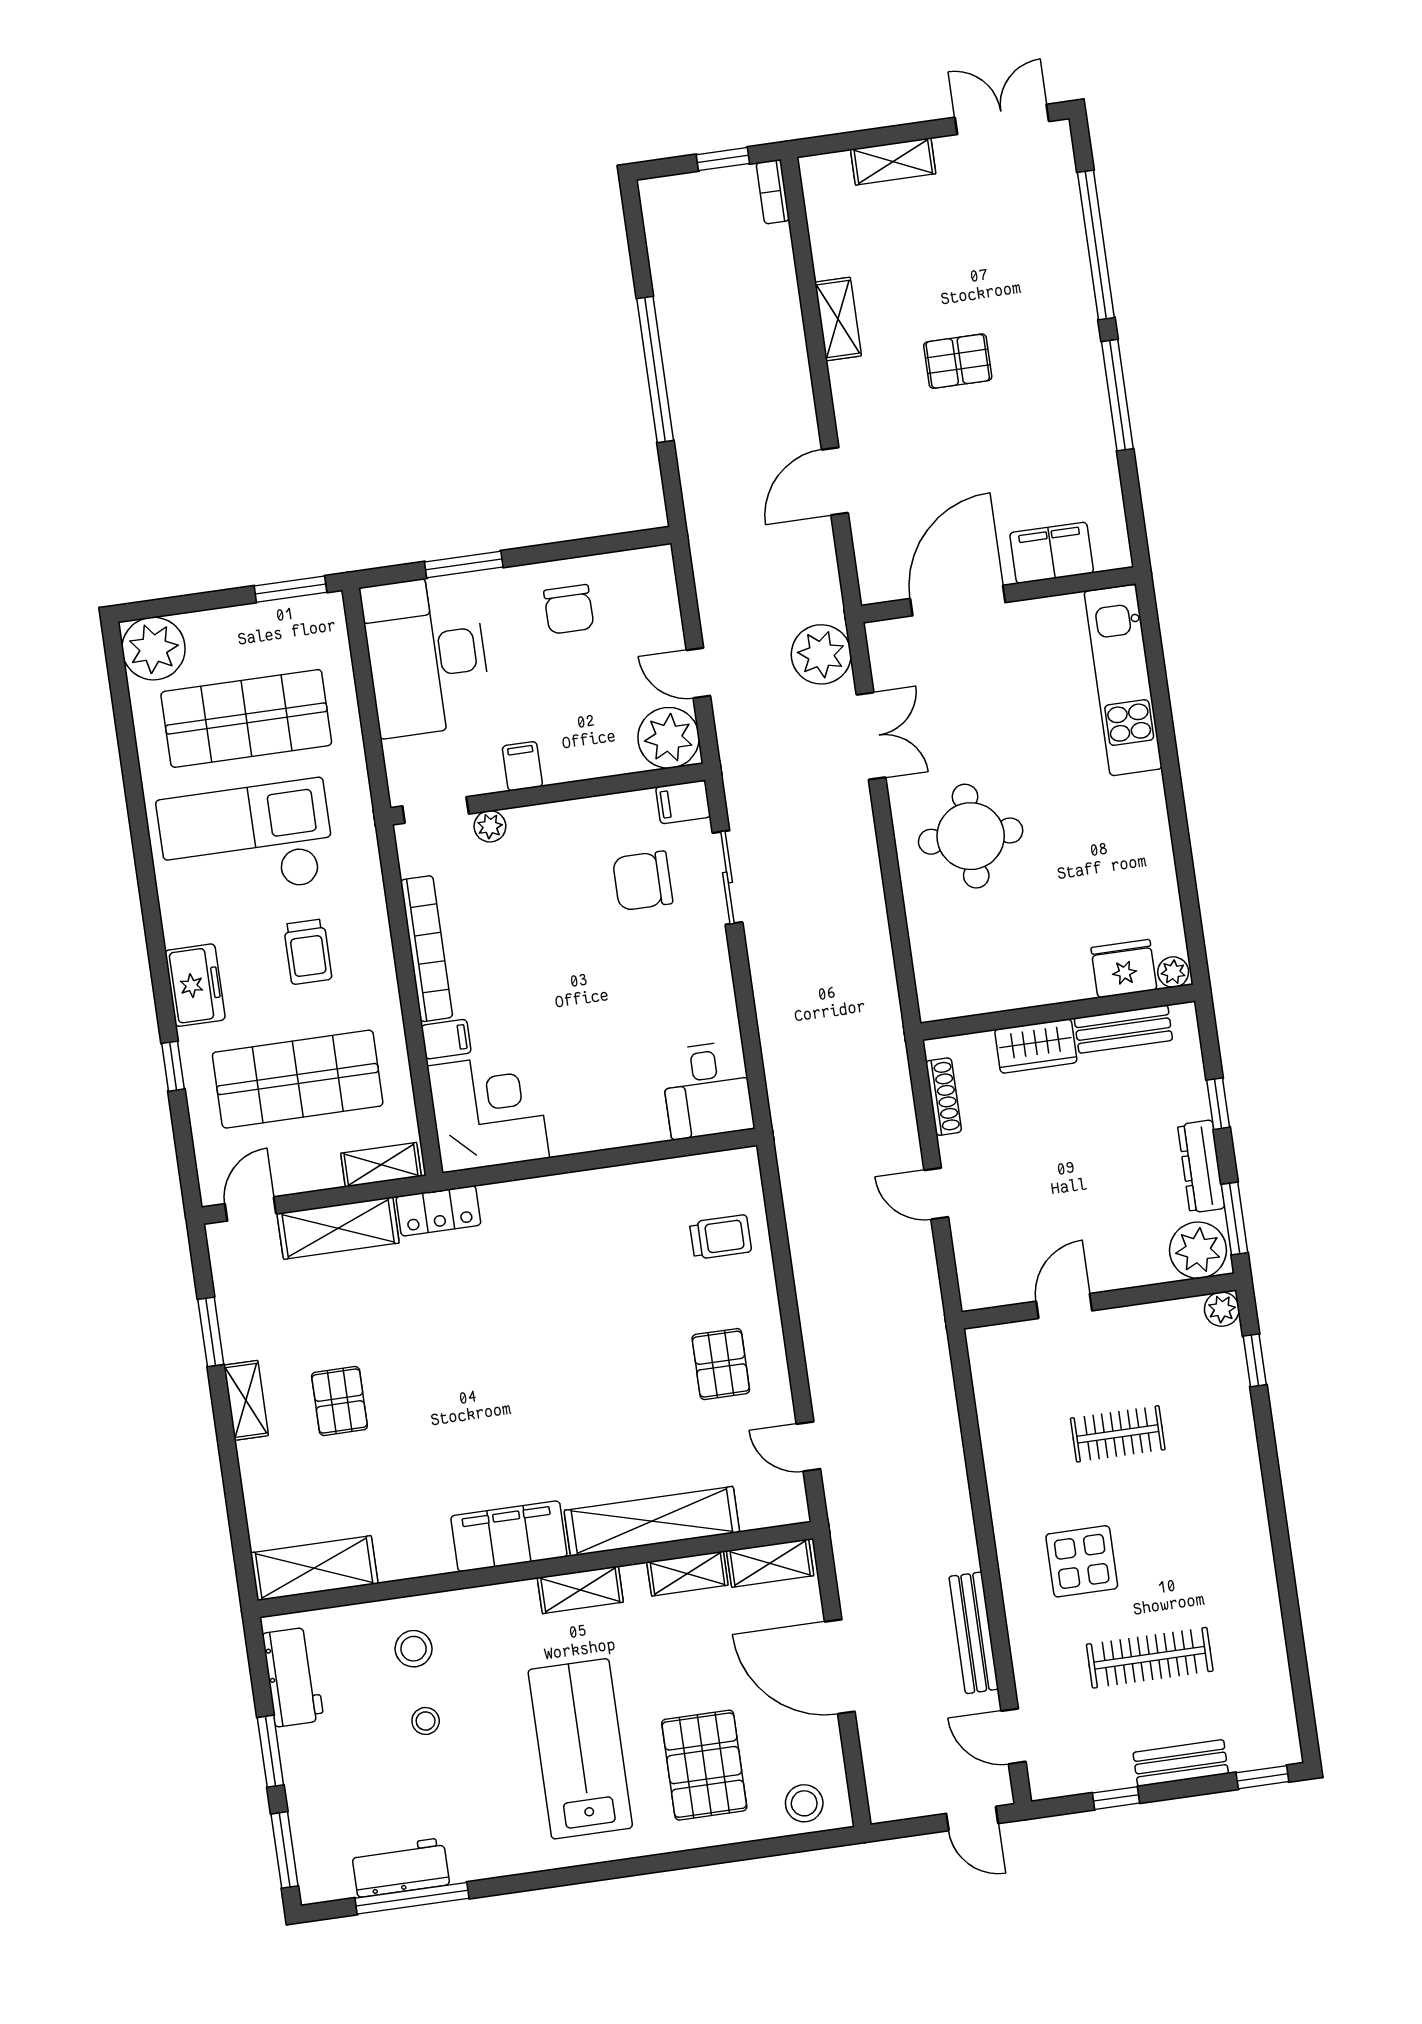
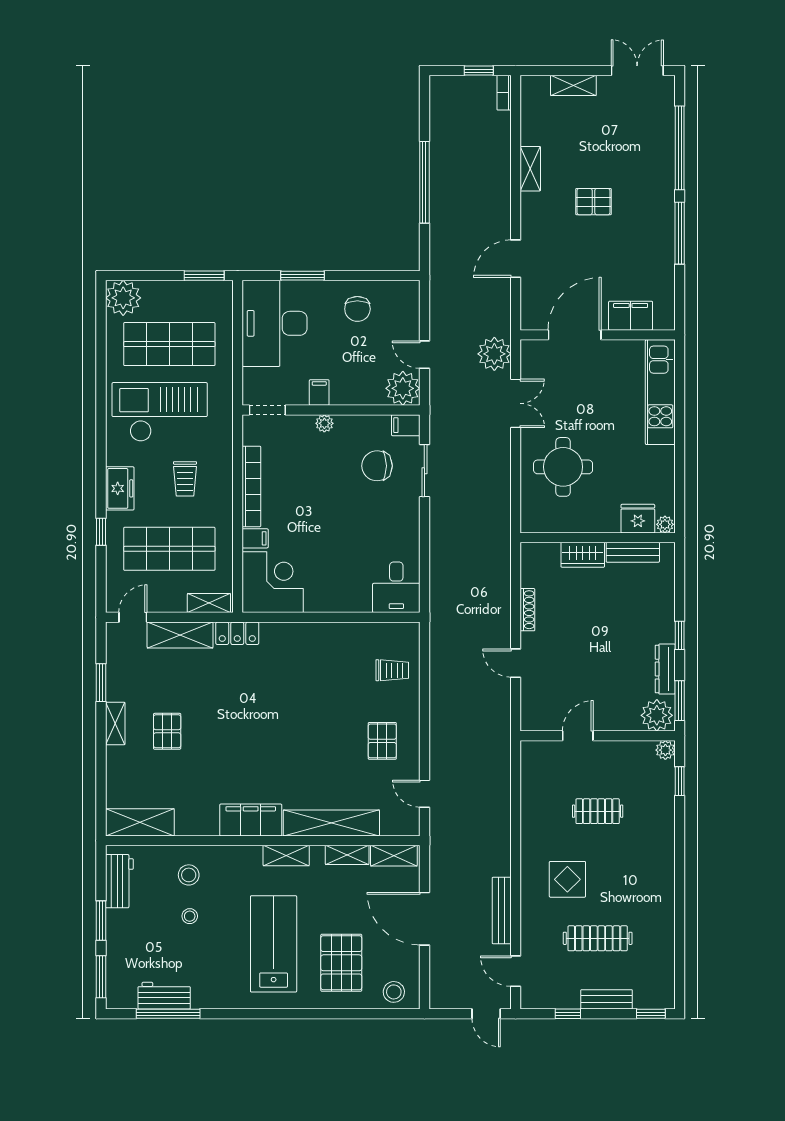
plant: (490, 826) -> (324, 423), moved
fridge: (1124, 969) -> (638, 519), moved
plant: (1173, 972) -> (665, 524), moved
wall: (1058, 1012) -> (598, 538), moved
bench: (1123, 1029) -> (633, 552), moved
wardrobe: (1036, 1046) -> (583, 555), moved

